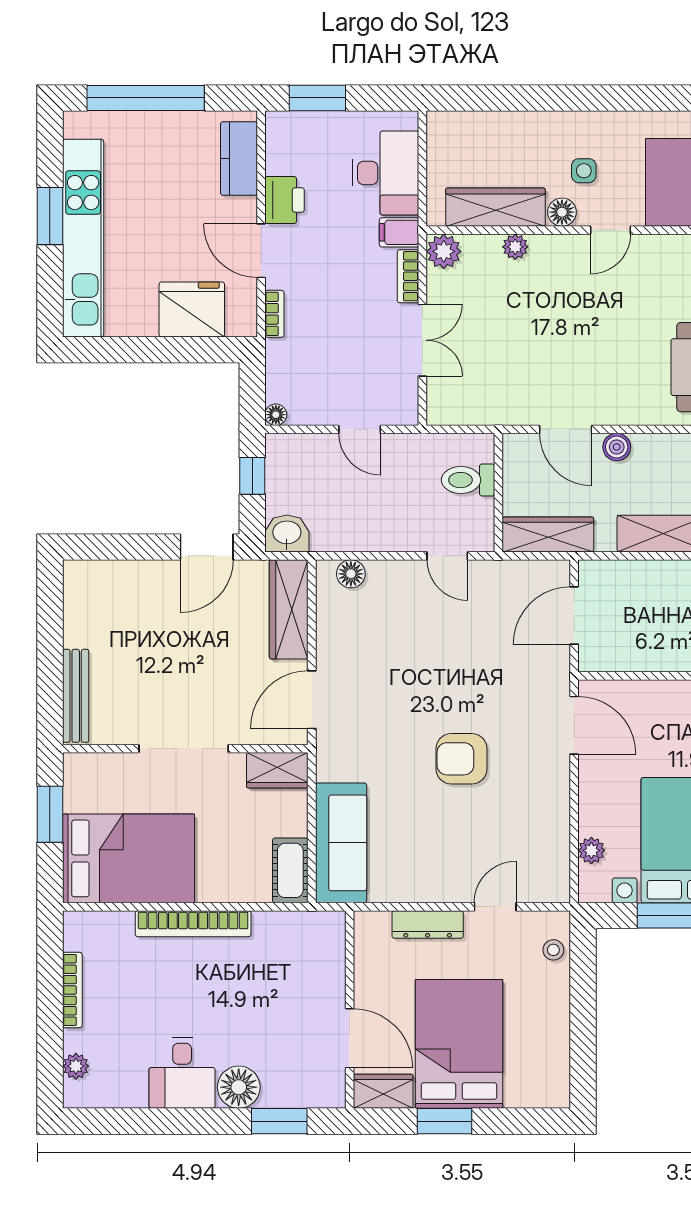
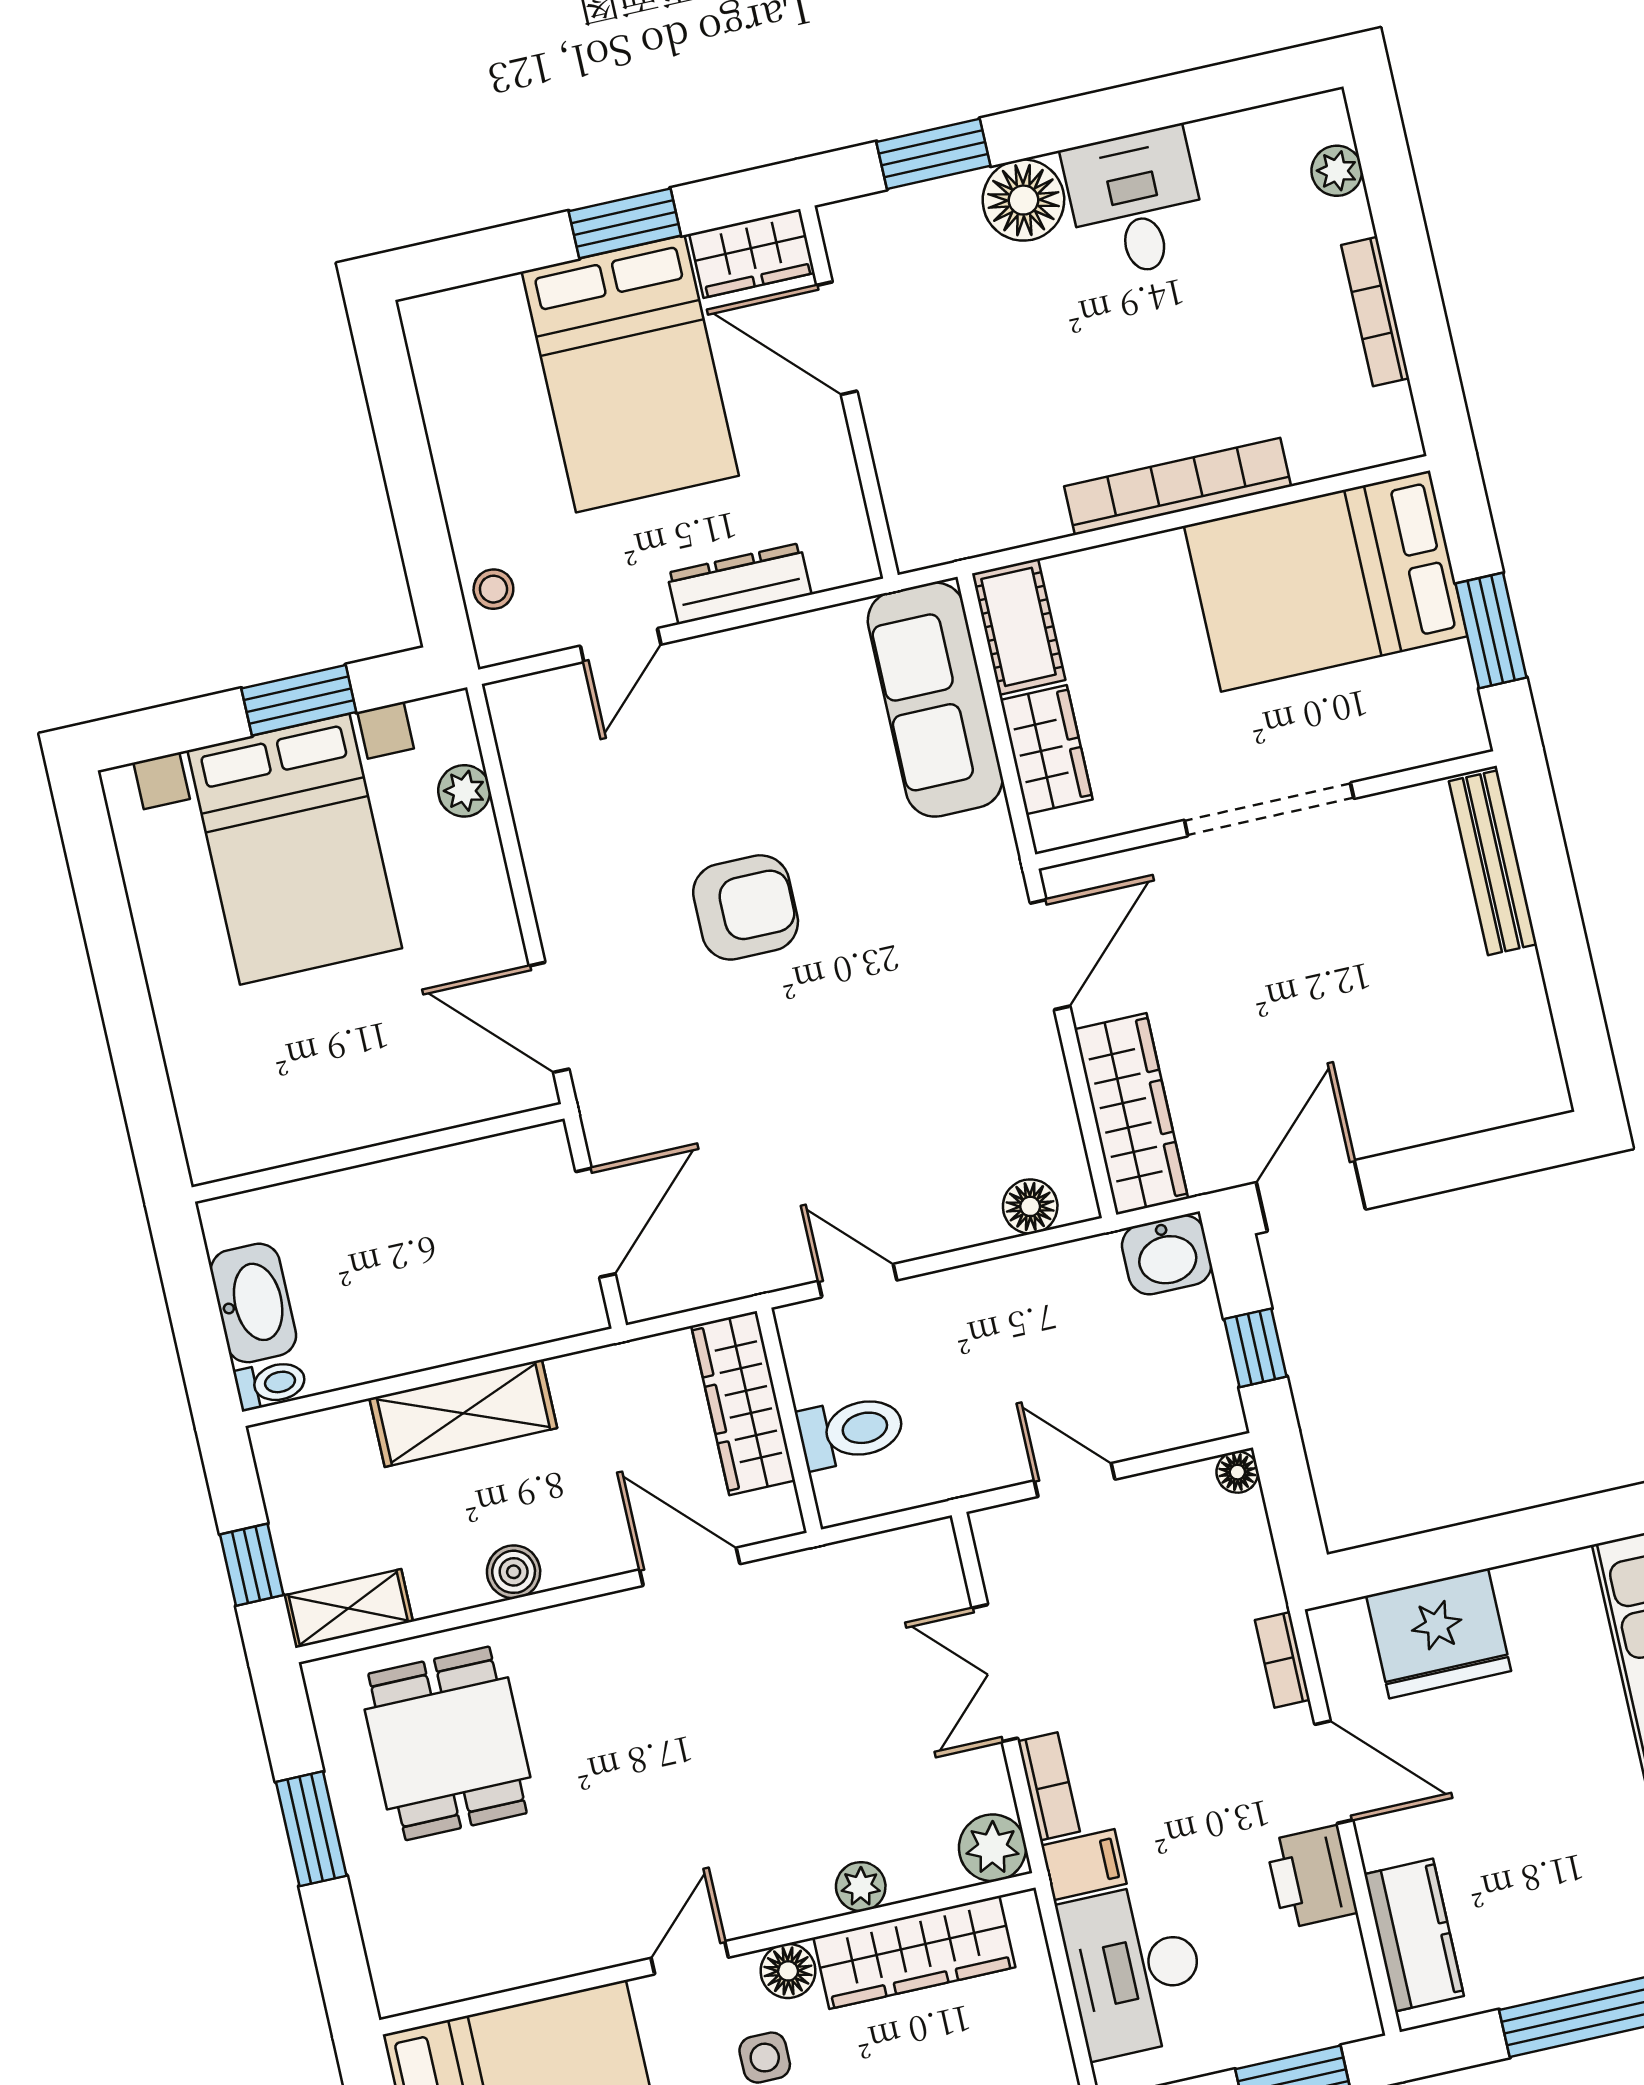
boiler: (617, 447) -> (514, 1572), moved
wardrobe: (548, 534) -> (743, 1403), moved, turned 90
wardrobe: (277, 770) -> (1046, 750), moved, turned 90

